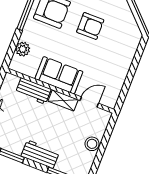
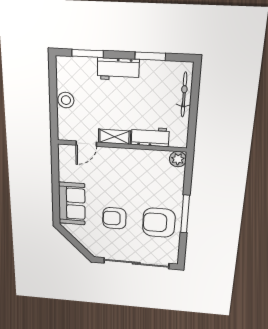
plant: (23, 49) -> (178, 159), moved
sofa: (59, 75) -> (72, 204), moved, turned -90

